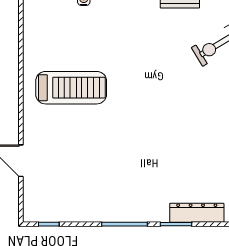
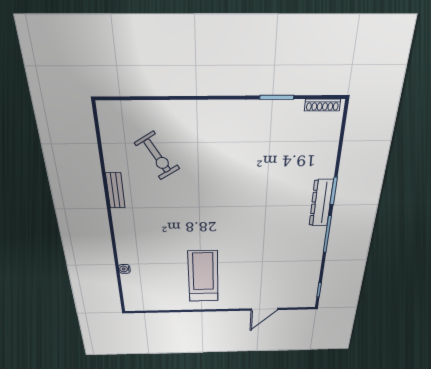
dresser: (197, 213) -> (321, 203), moved

